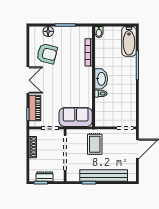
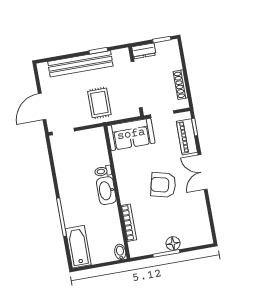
floor lamp: (48, 31) -> (173, 243), moved
armchair: (47, 54) -> (163, 185), moved
dresser: (45, 177) -> (144, 51), moved

